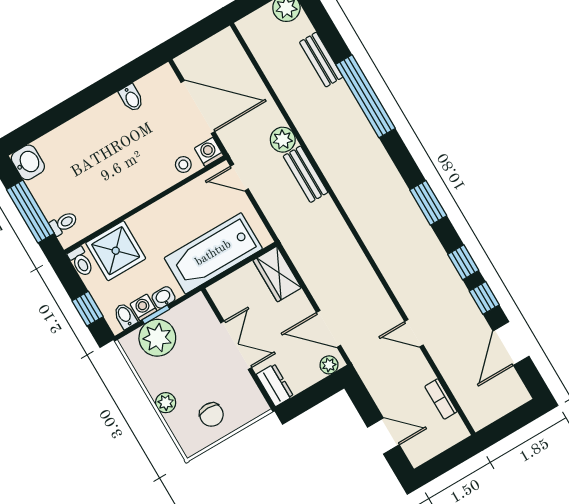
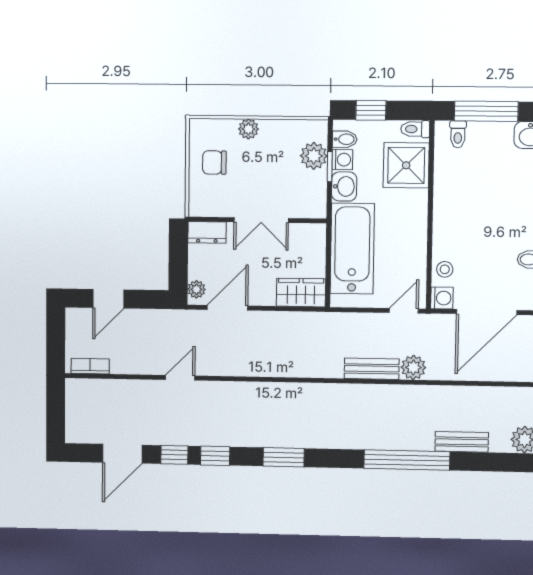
washbasin: (164, 297) -> (344, 186), width x1.38, depth x1.45
plant: (157, 338) -> (314, 156), width x0.73, depth x0.73
door: (511, 344) -> (122, 454), swing flipped
bookcase: (441, 399) -> (90, 366), moved

